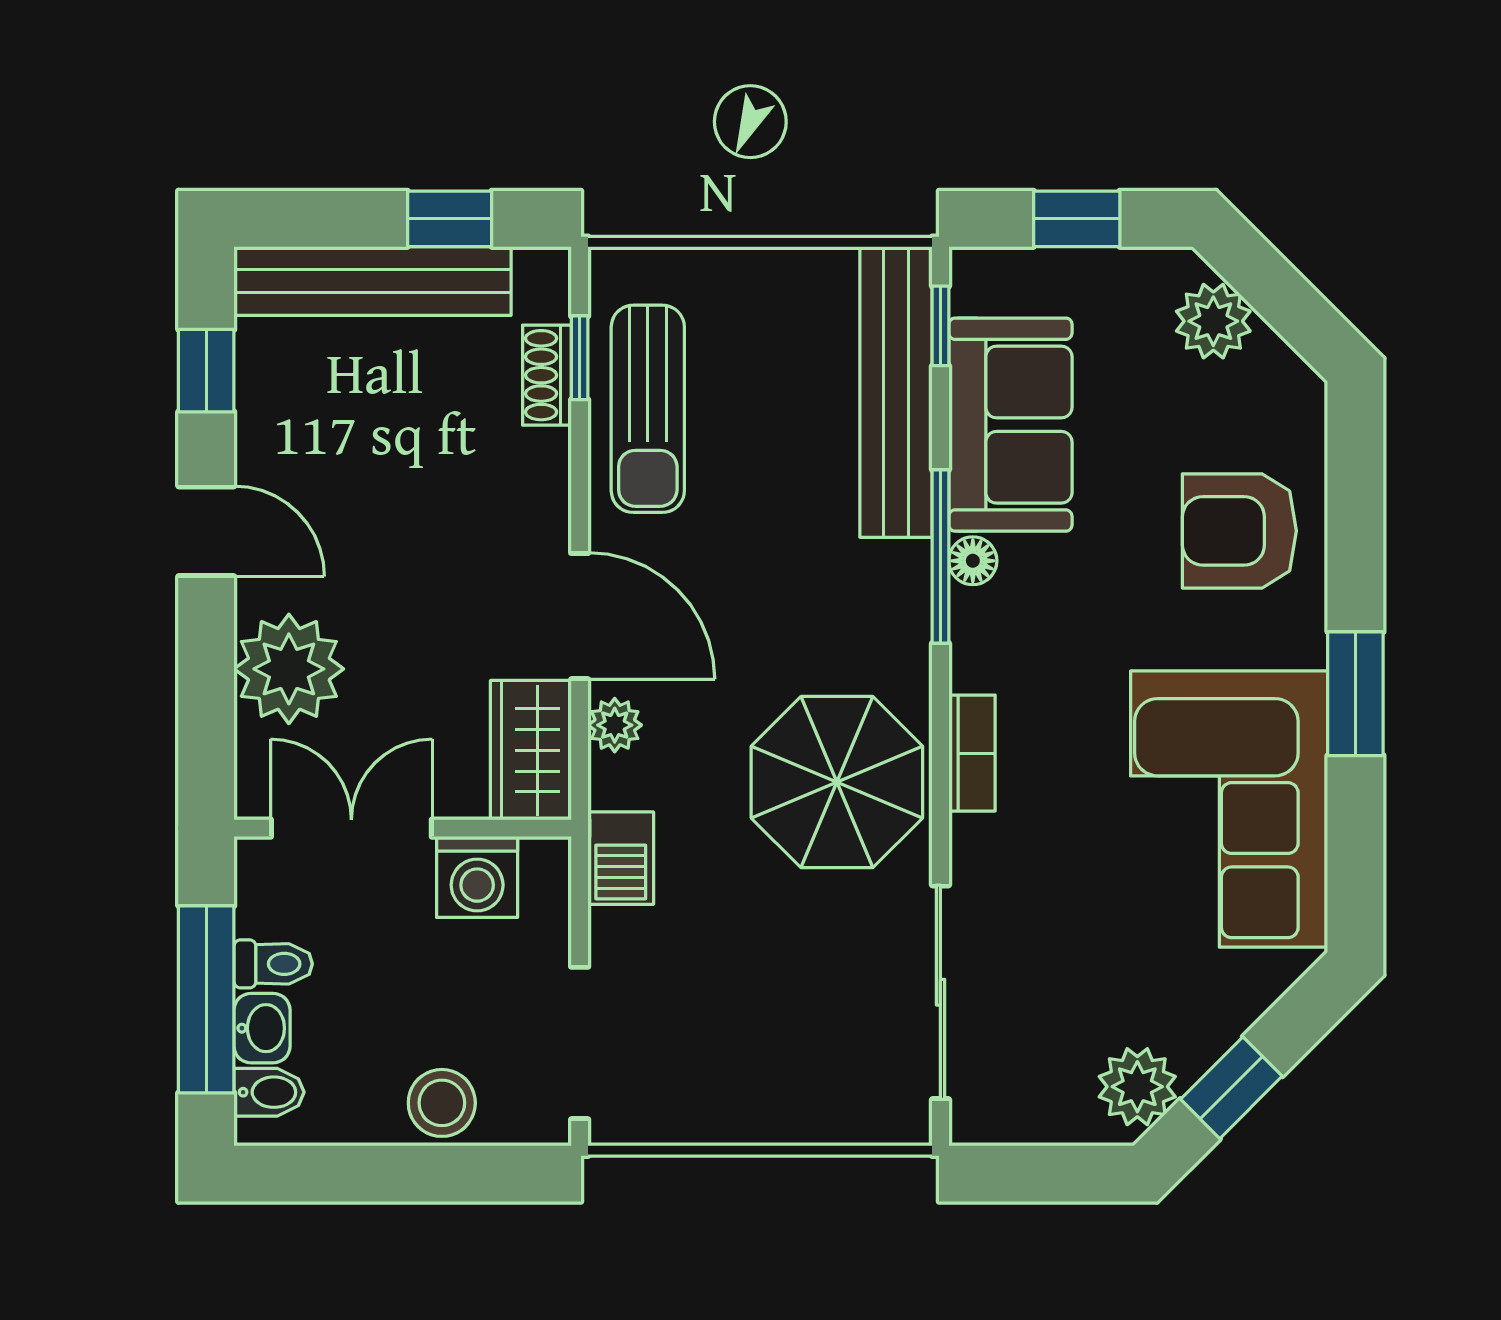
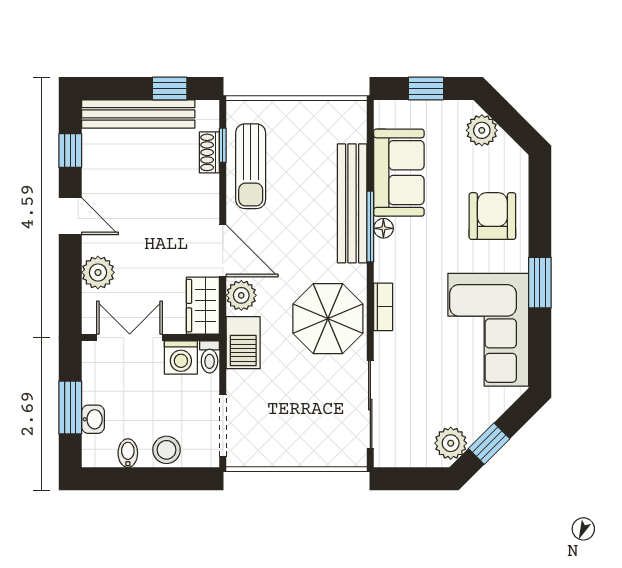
window: (940, 326) -> (370, 132), removed
bench: (896, 392) -> (352, 203), moved
armchair: (1239, 531) -> (492, 216), turned 90
plant: (289, 669) -> (98, 272), width x0.73, depth x0.73
plant: (615, 725) -> (241, 295), width x1.38, depth x1.38
barbecue: (621, 858) -> (243, 343), width x1.38, depth x1.27
toilet: (273, 964) -> (210, 357), moved, turned 90
window: (206, 999) -> (70, 407), width x0.69
bidet: (269, 1092) -> (128, 453), moved, turned -90

